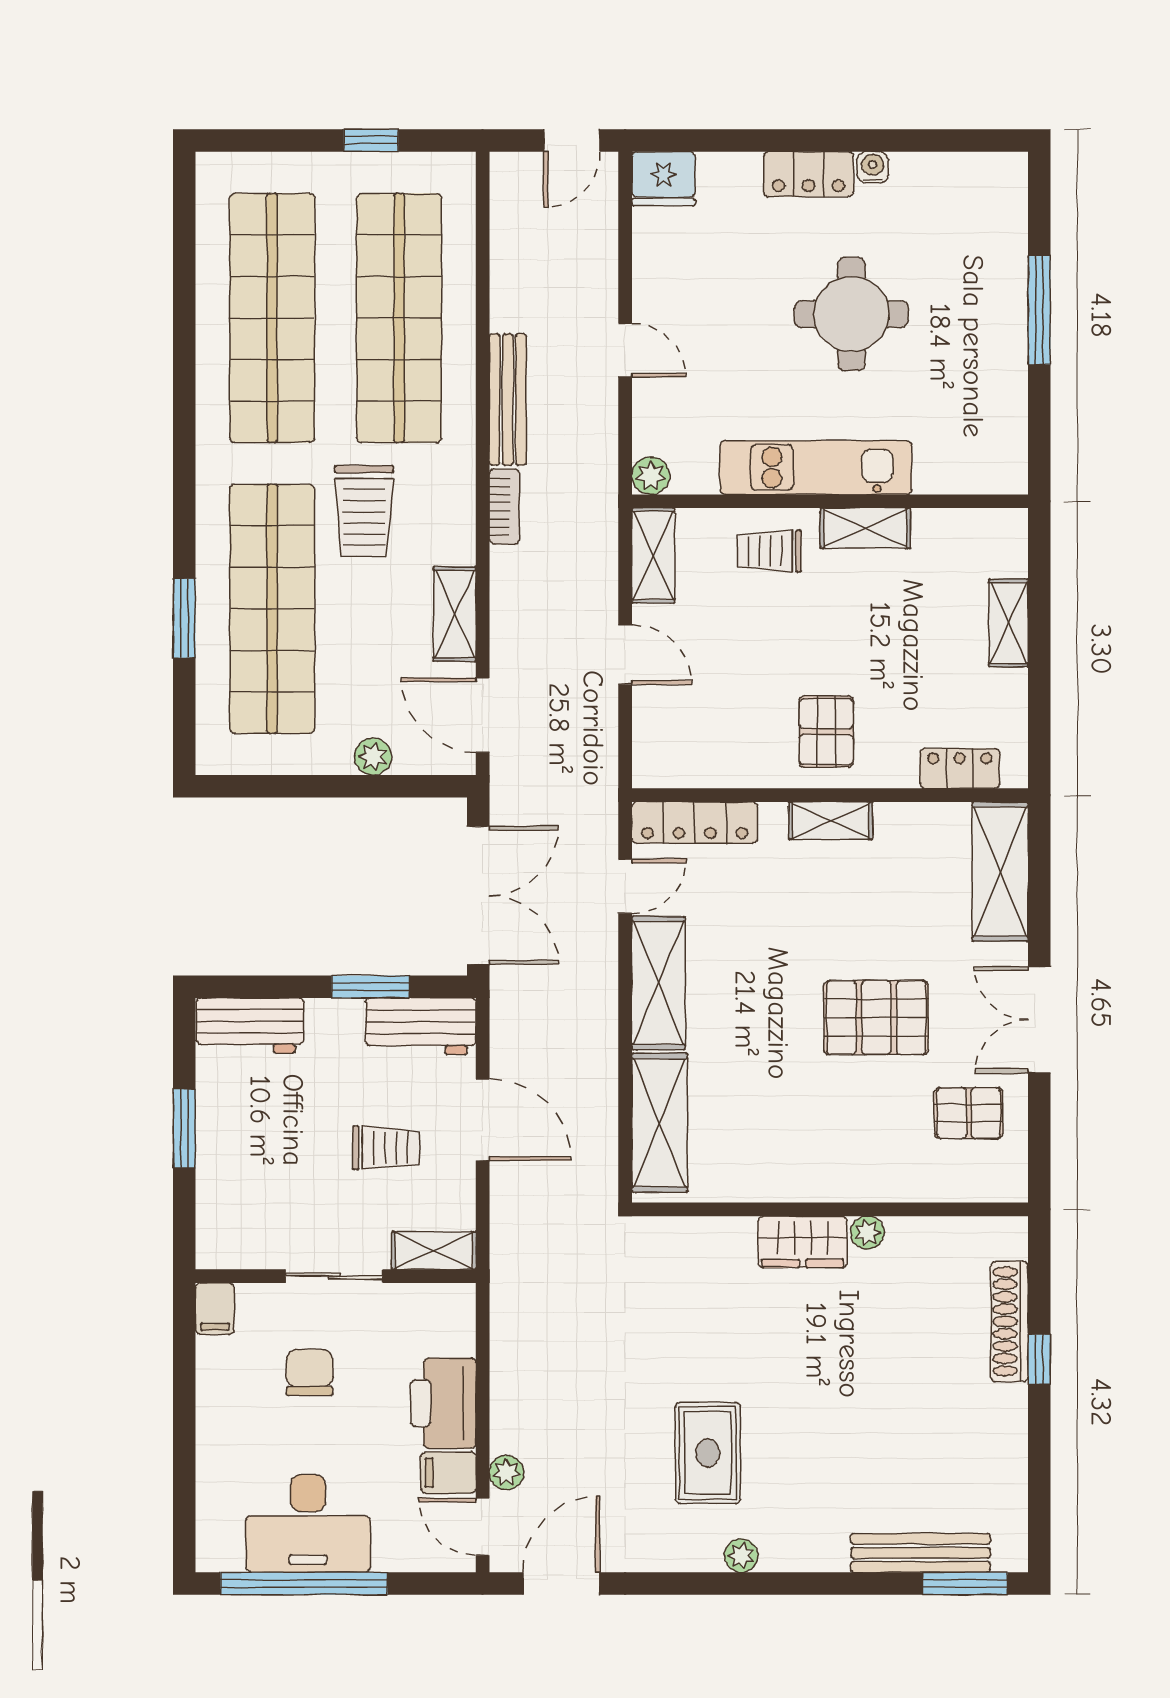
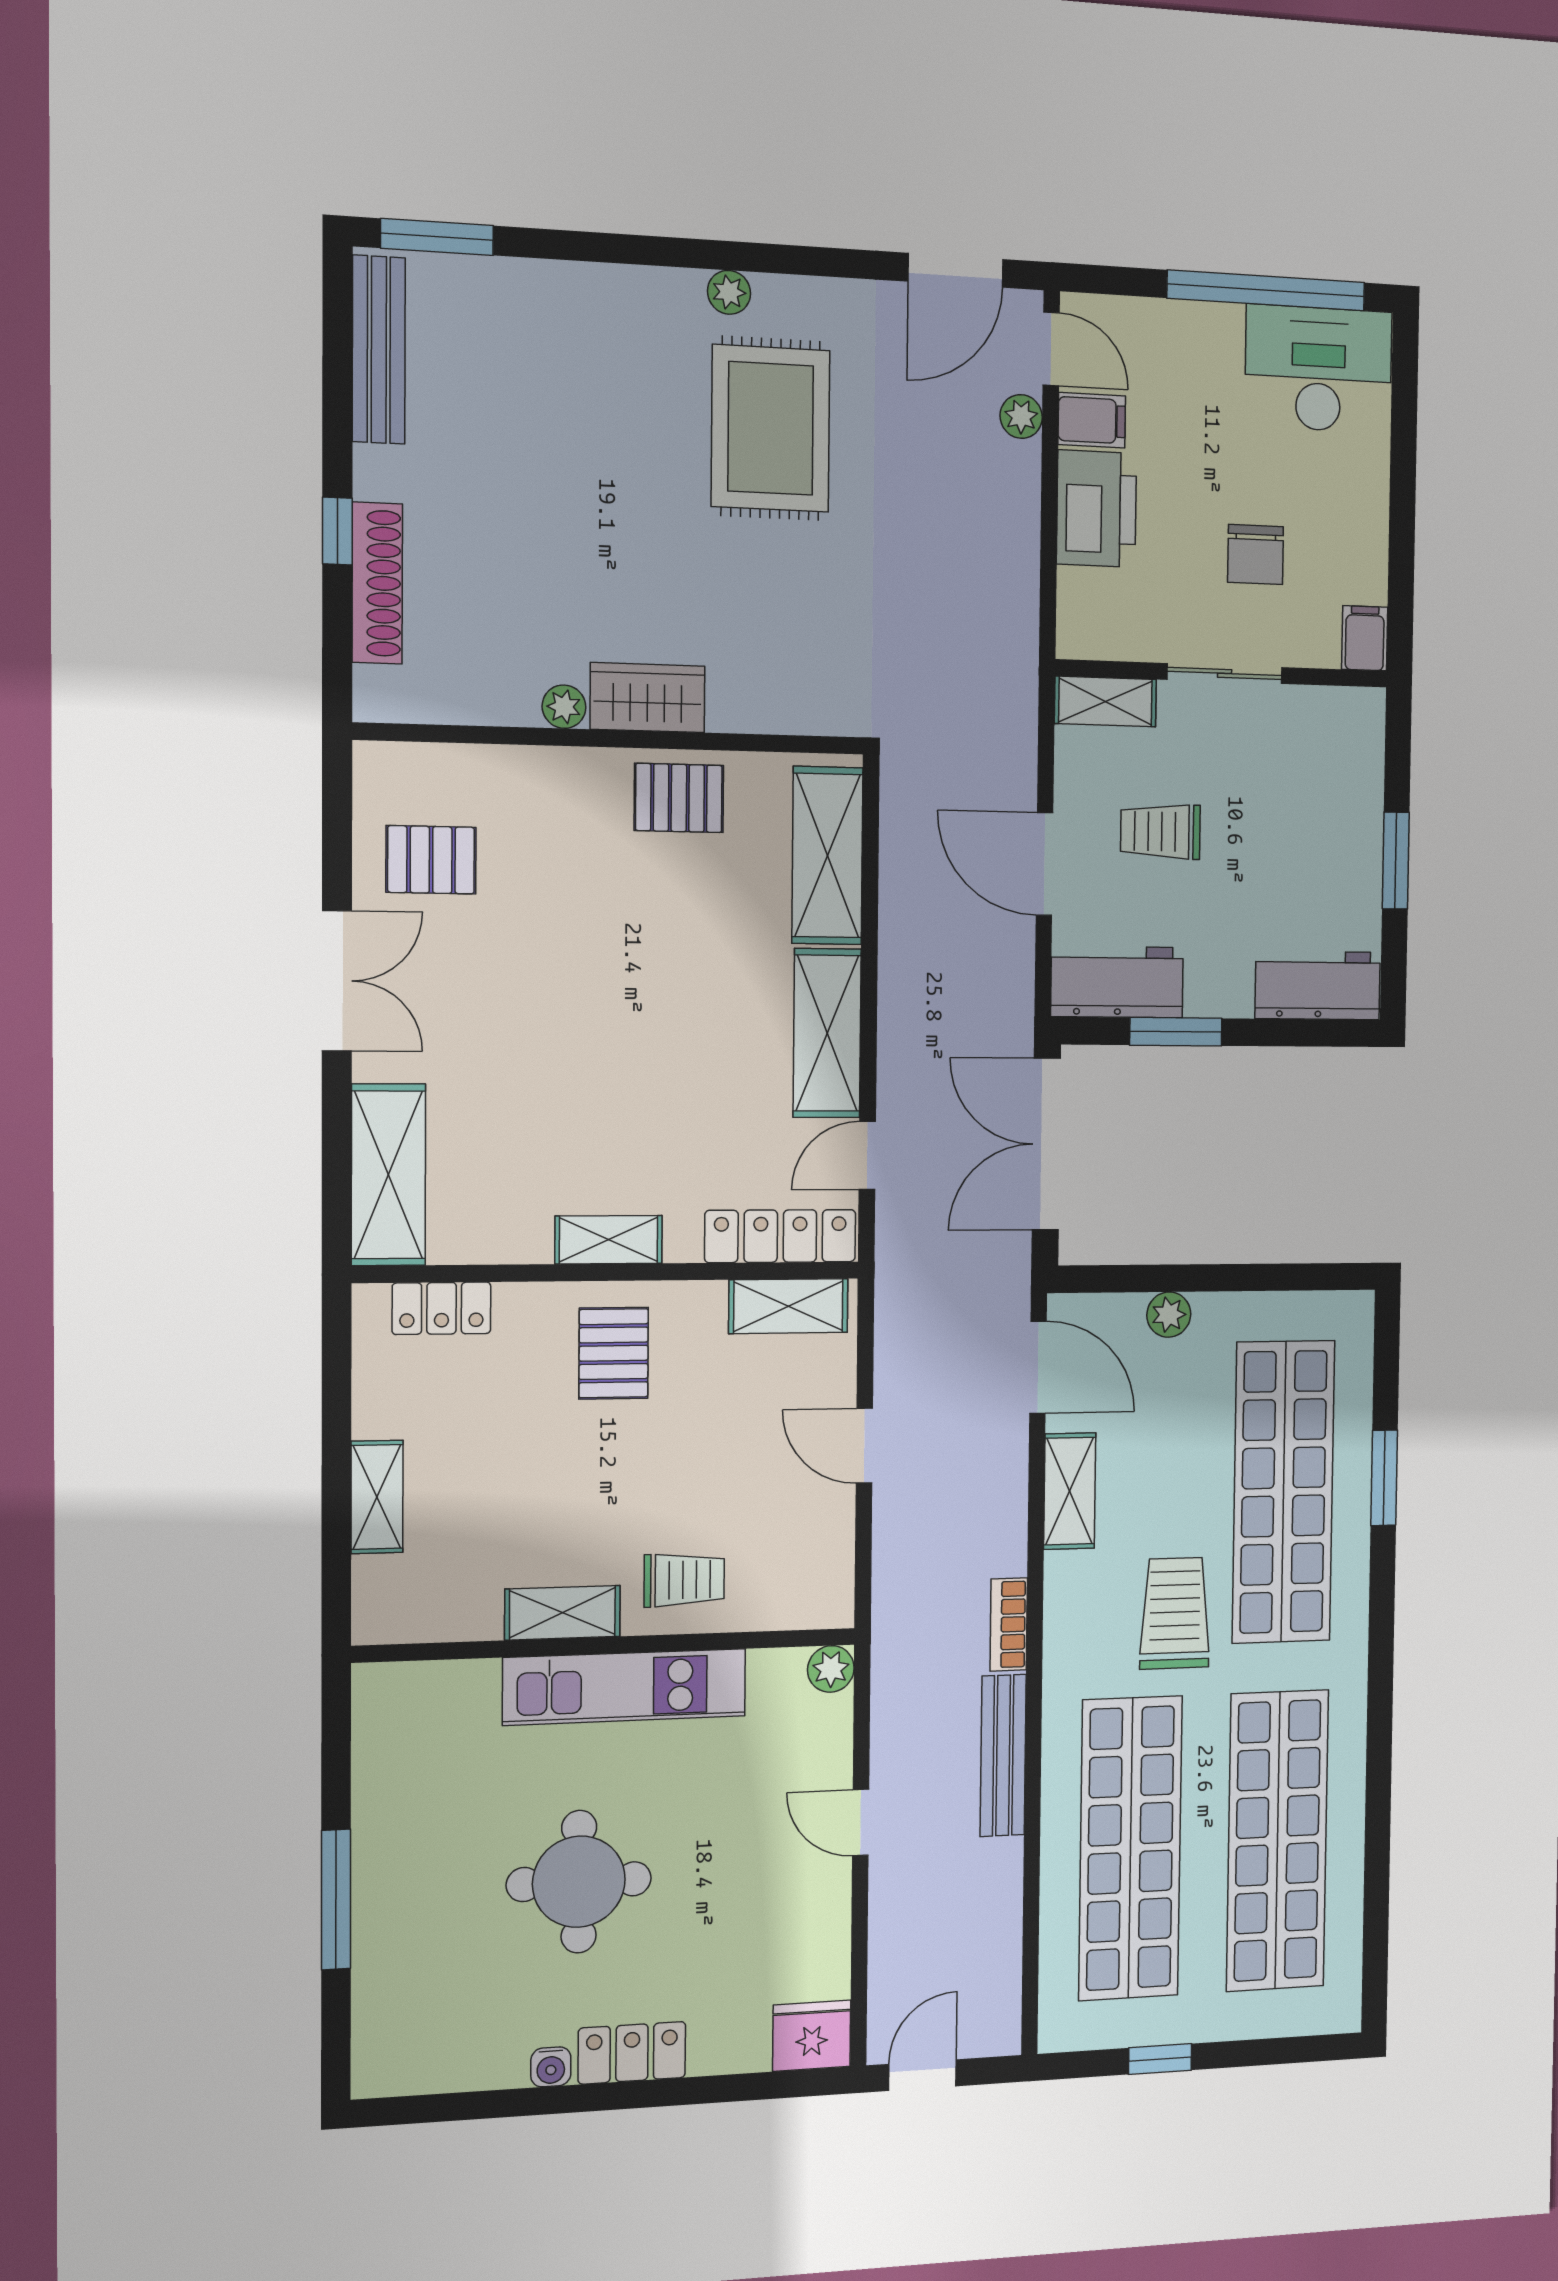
shelving: (653, 555) -> (788, 1306), moved, turned 90
pallet: (876, 1018) -> (679, 798), moved, width x0.67, depth x0.71
rug: (708, 1453) -> (771, 428), width x1.36, depth x1.43
desk: (308, 1524) -> (1319, 369), moved
bench: (920, 1553) -> (379, 350), moved, turned 90

